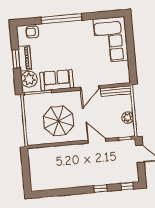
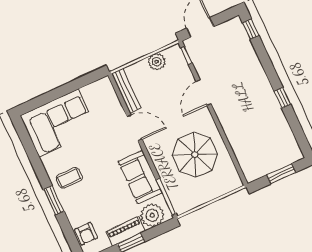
window: (61, 19) -> (54, 200), width x0.47
coffee table: (73, 34) -> (69, 178), added
window: (26, 173) -> (281, 174), added
window: (101, 189) -> (282, 98), moved

